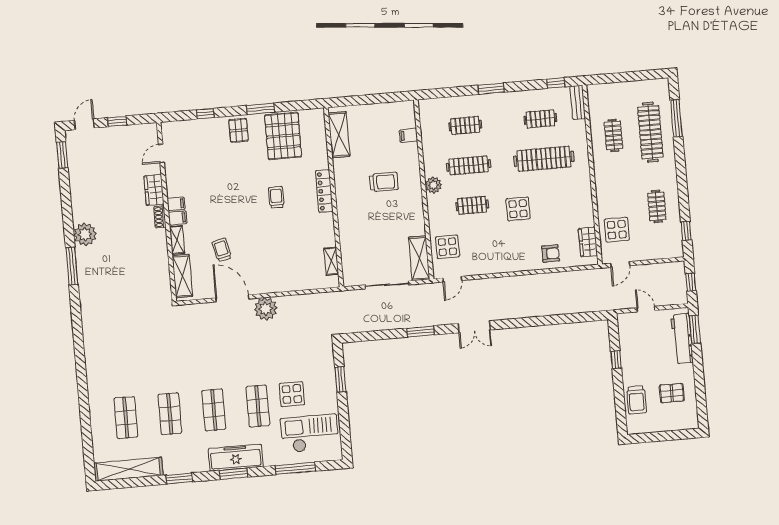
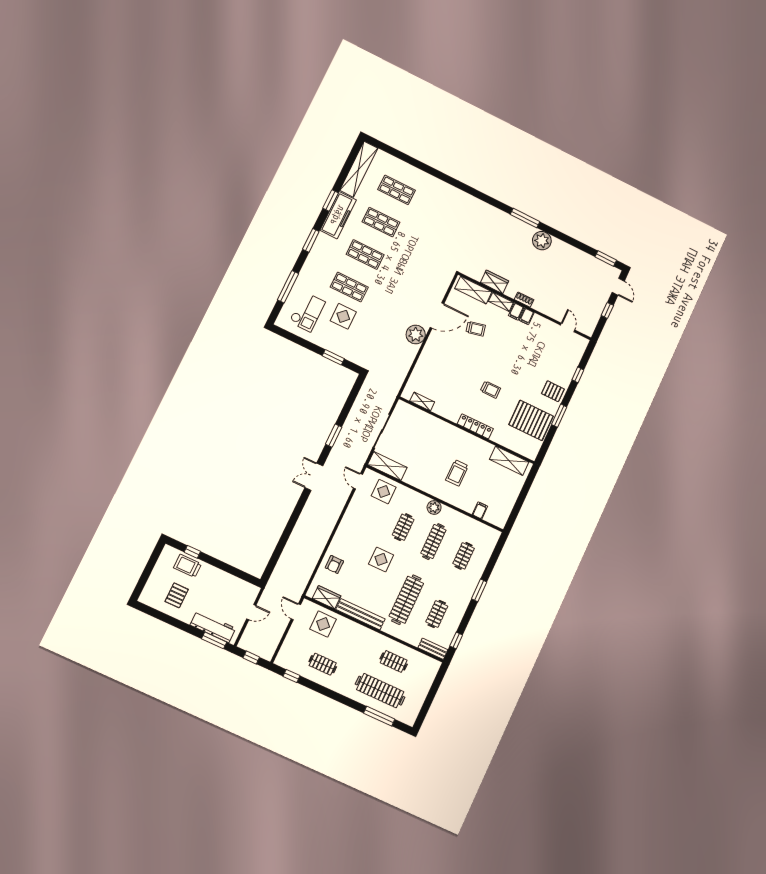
wardrobe: (154, 190) -> (495, 282), moved
bench: (585, 197) -> (360, 614), added
window: (616, 360) -> (192, 552), moved
checkout: (310, 433) -> (307, 312), width x0.73, depth x0.83
freezer: (236, 458) -> (338, 215), moved

